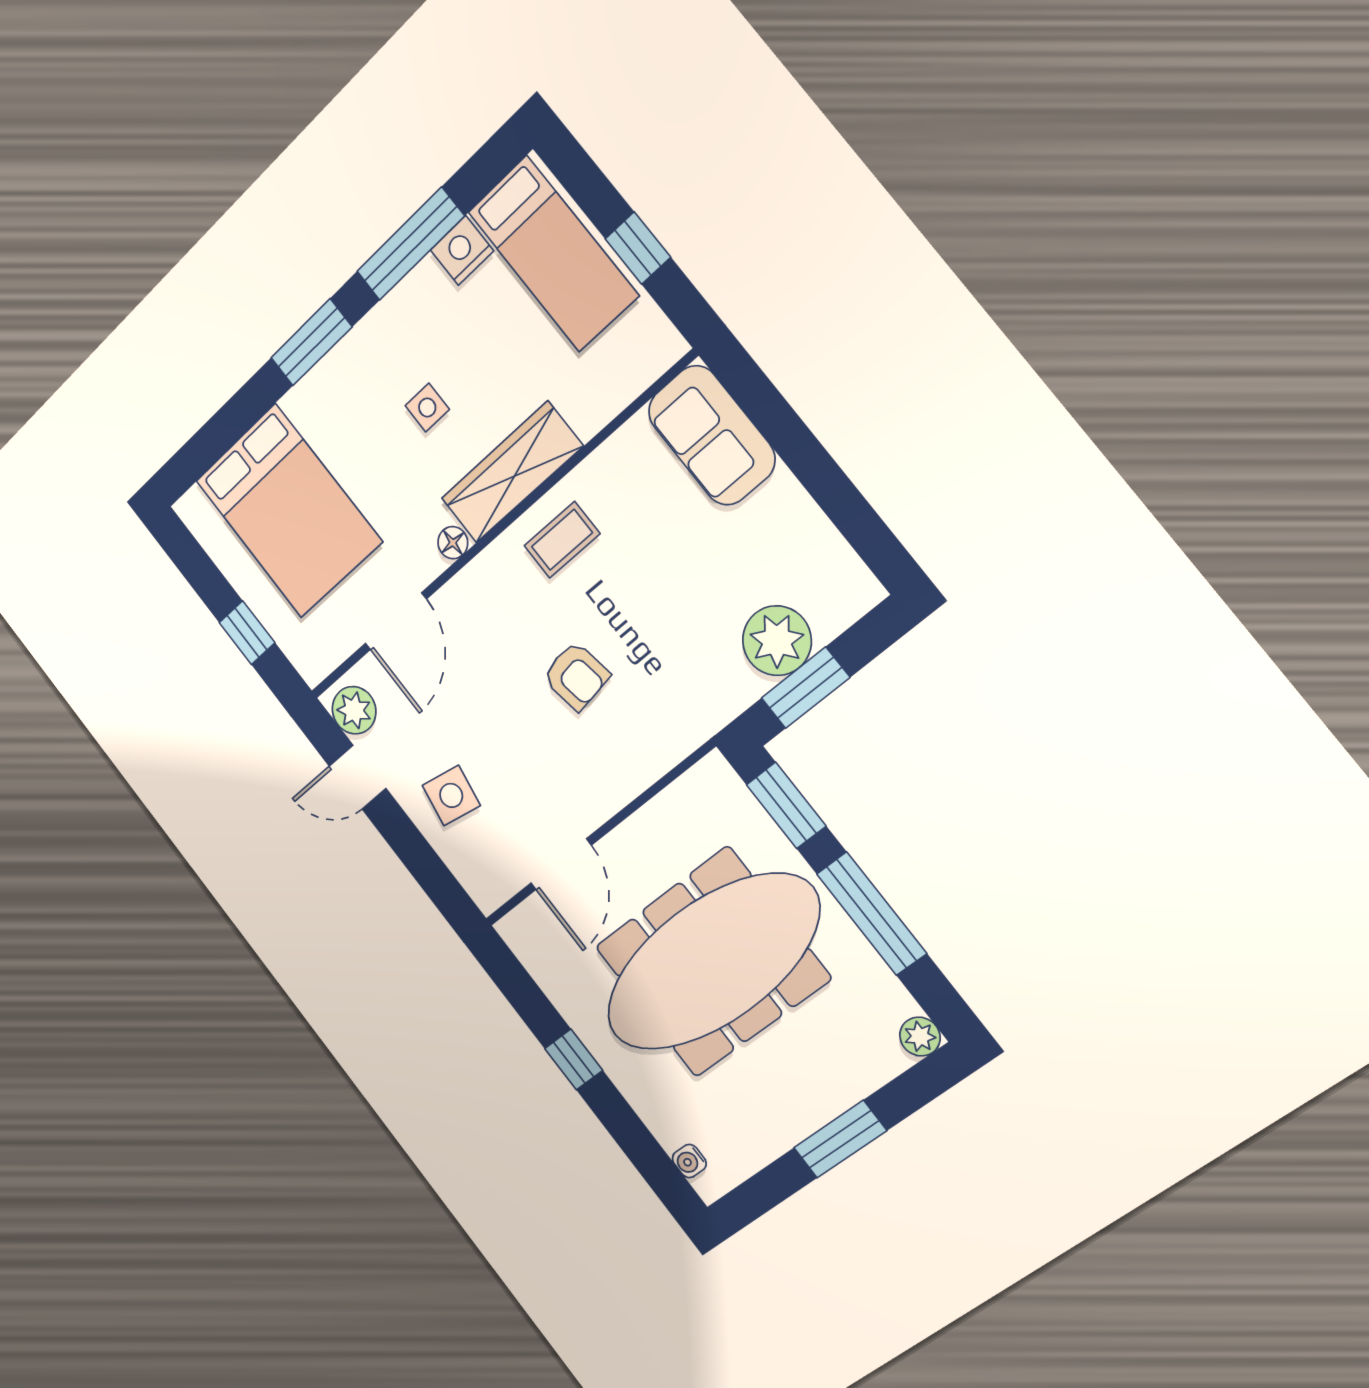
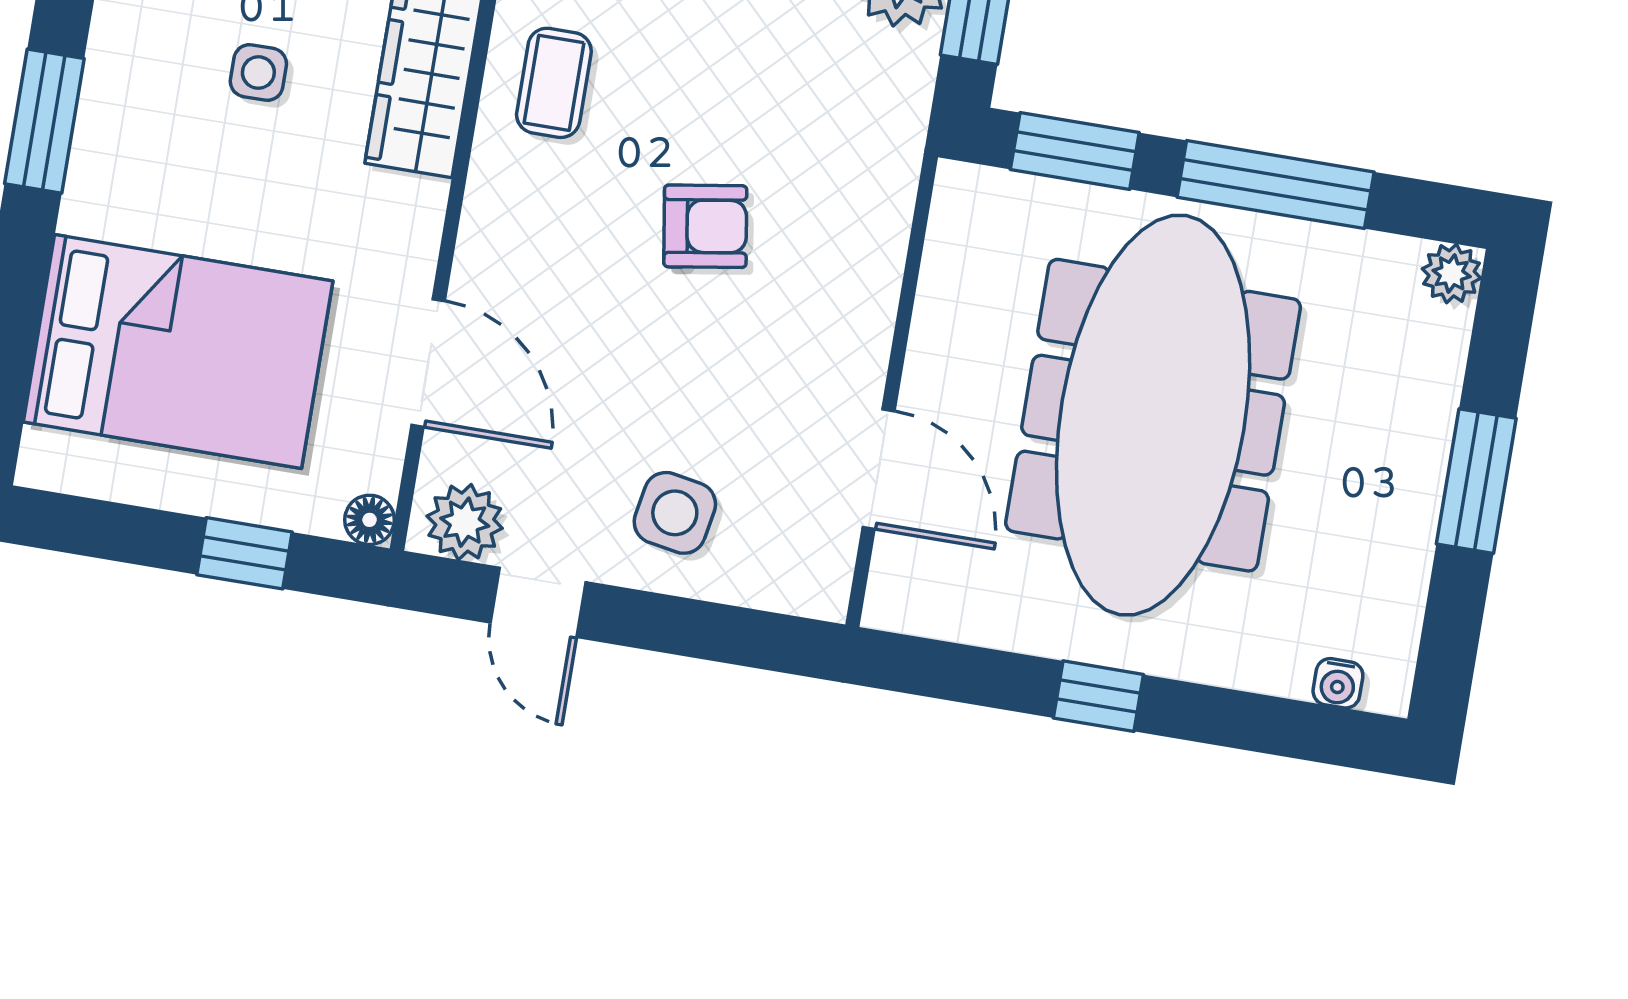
floor lamp: (453, 543) -> (370, 520), moved
door: (358, 777) -> (538, 602), hinge flipped

